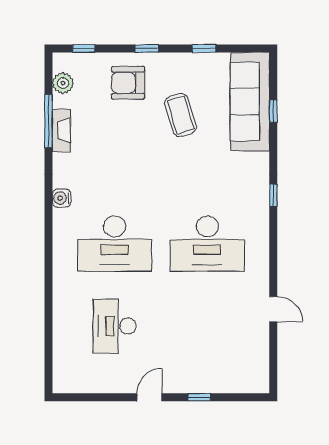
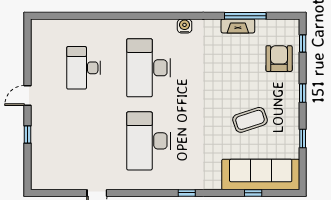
plant: (63, 83) -> (275, 27), removed
armchair: (128, 83) -> (279, 59), moved
desk: (115, 326) -> (84, 68), turned -90
door: (150, 397) -> (27, 95), swing flipped

